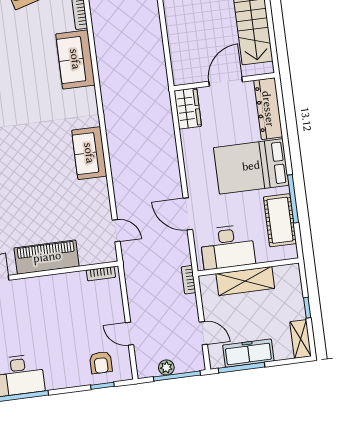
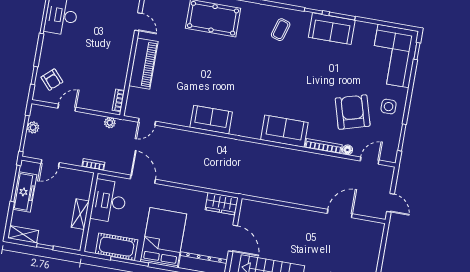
door: (188, 214) -> (143, 179), hinge flipped
plant: (131, 276) -> (110, 123), added
shelving: (245, 281) -> (80, 214), width x0.67, depth x0.75
armchair: (101, 363) -> (52, 80), turned -132

